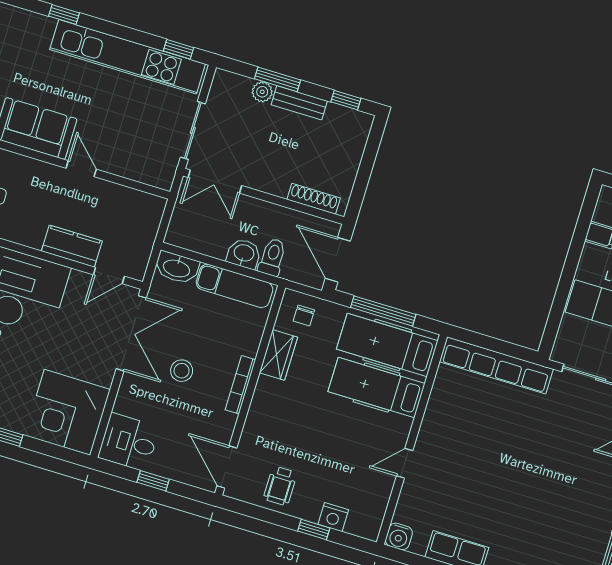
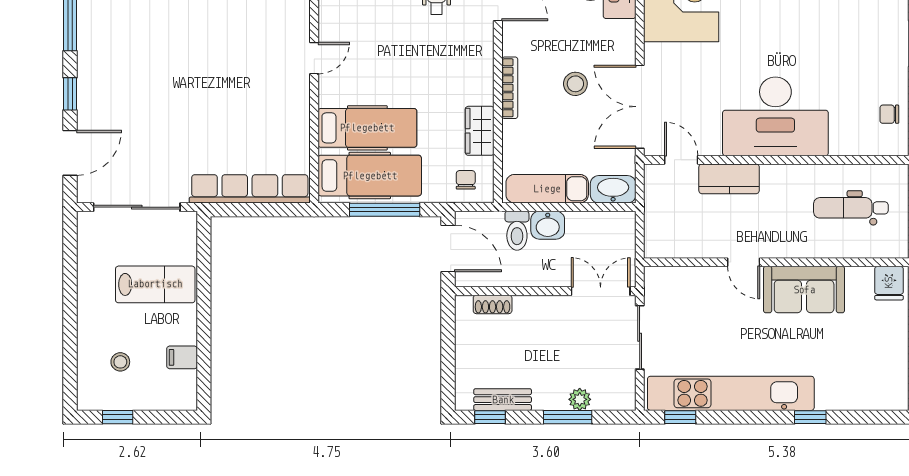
bench: (299, 103) -> (503, 400), moved
shoe rack: (314, 199) -> (493, 304), width x0.70
door: (109, 275) -> (681, 160), hinge flipped

